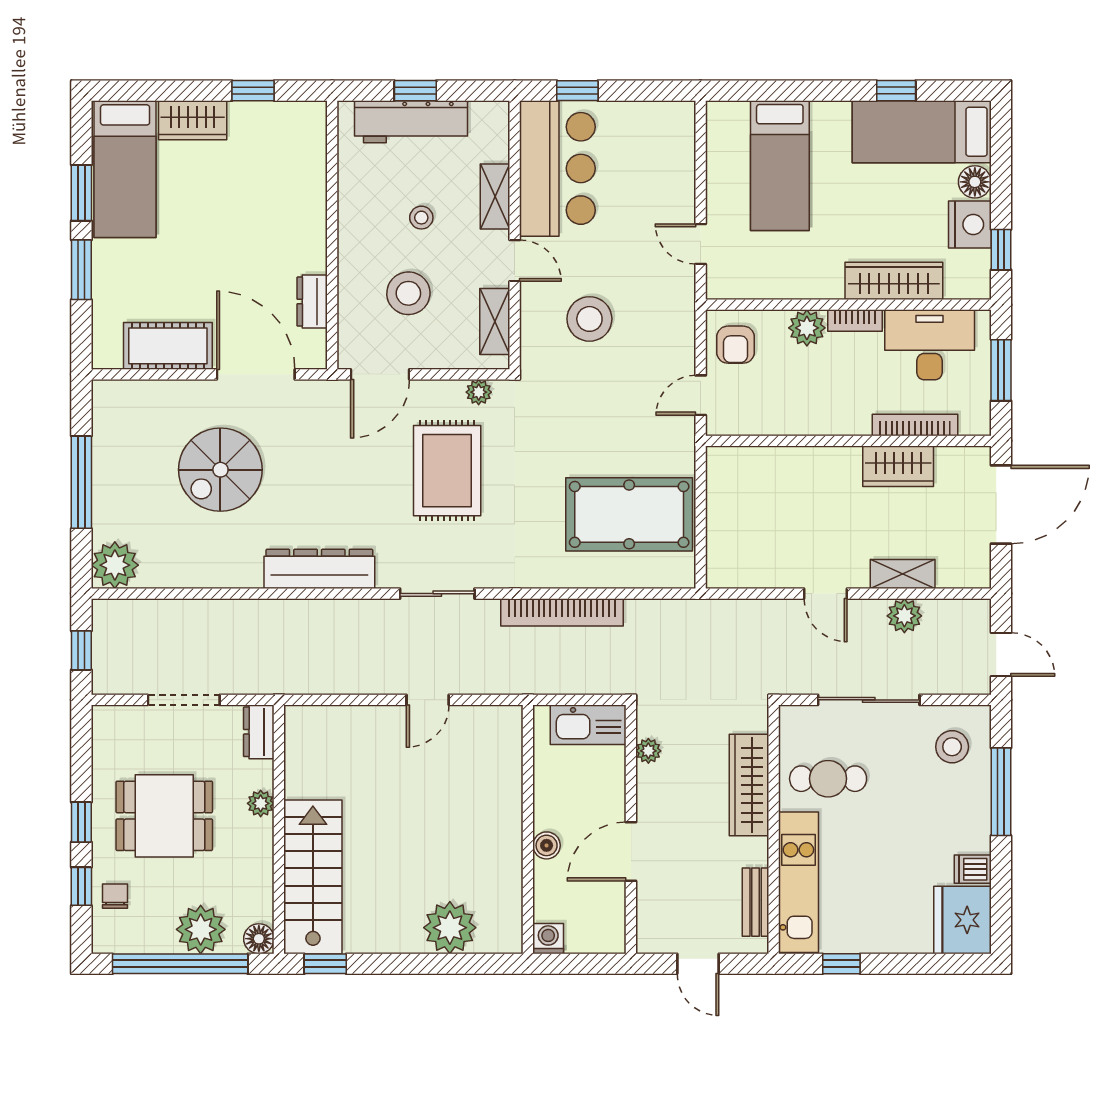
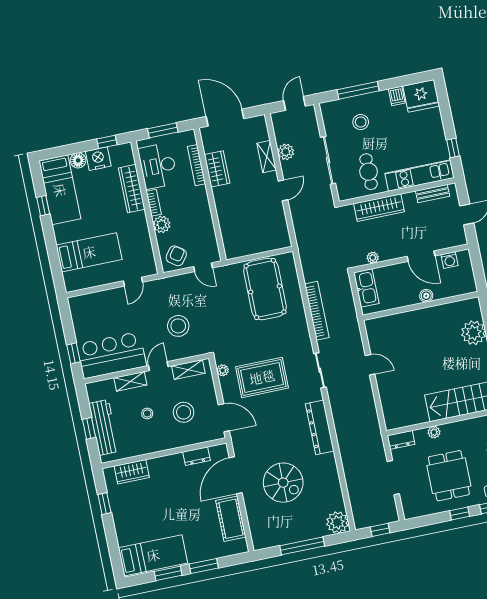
wardrobe: (193, 120) -> (132, 472), moved, turned 90
armchair: (735, 345) -> (176, 256), turned -54
stool: (952, 747) -> (361, 122), moved
washing machine: (548, 939) -> (450, 260), moved, turned -90

